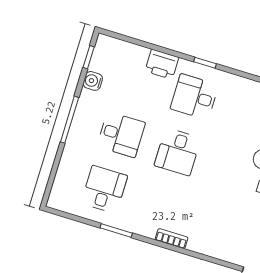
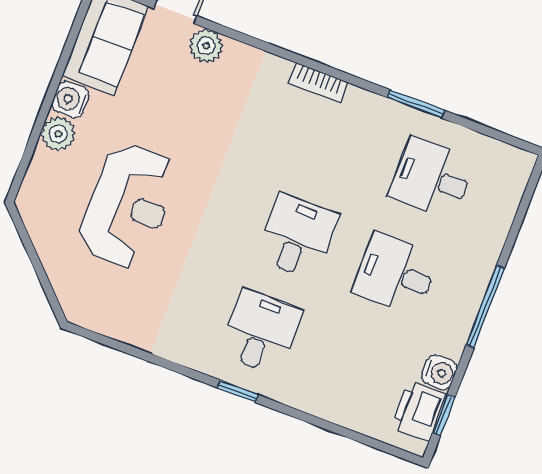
printer: (162, 64) -> (419, 411), moved, turned -90
desk: (194, 97) -> (261, 332), turned -90
desk: (104, 189) -> (432, 178), turned 90
plant: (236, 255) -> (206, 46), added

